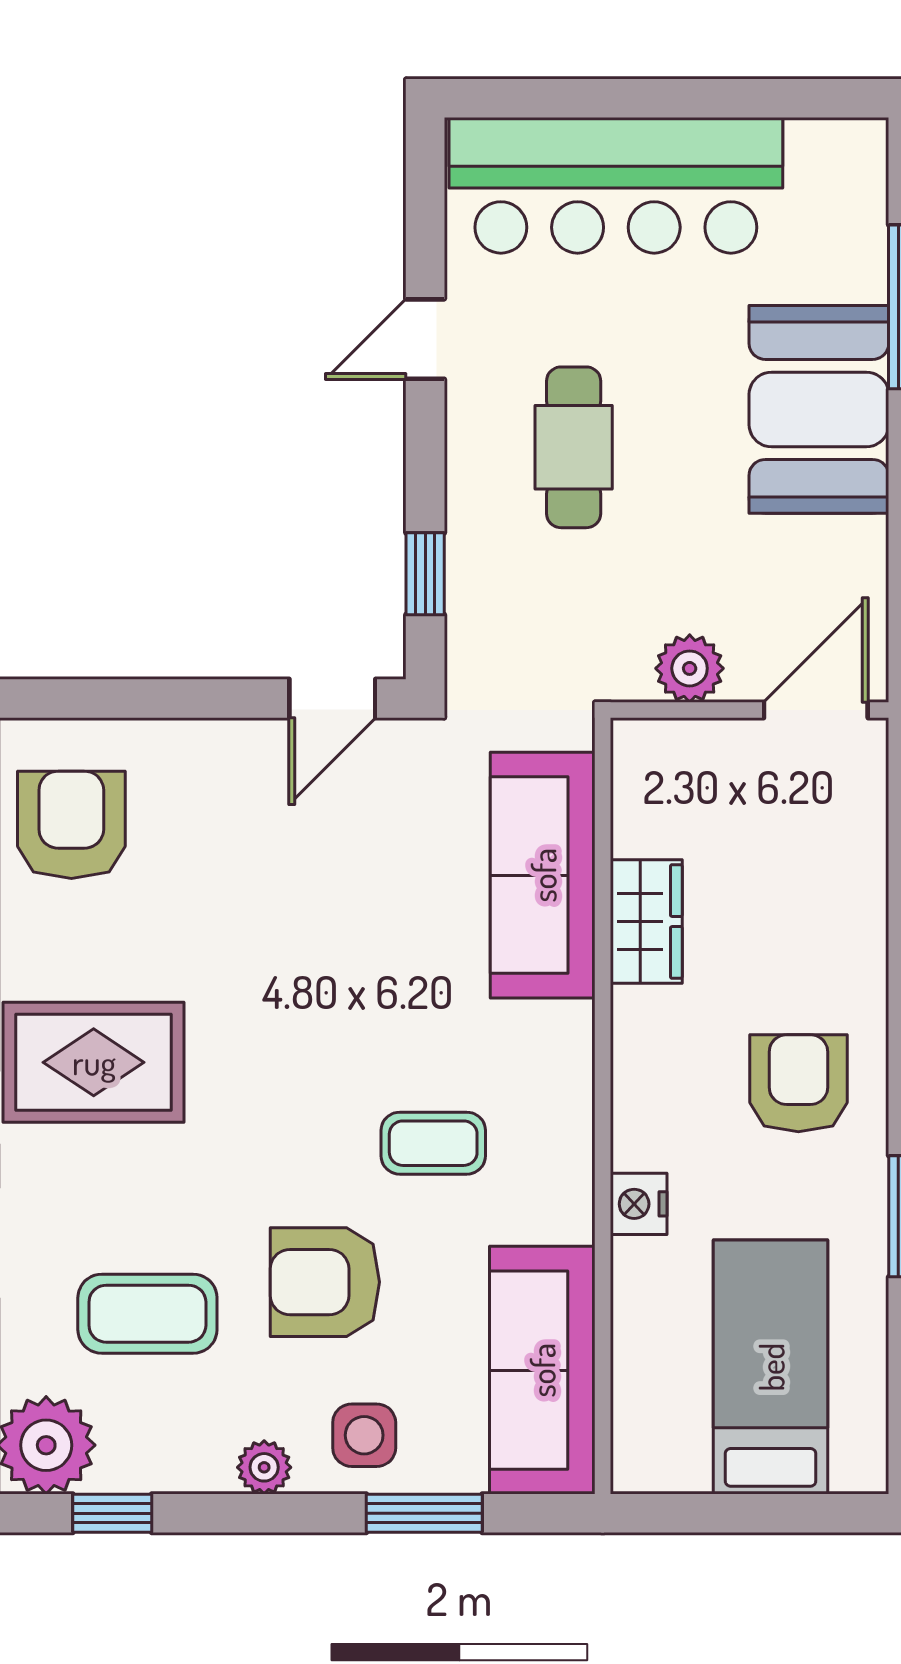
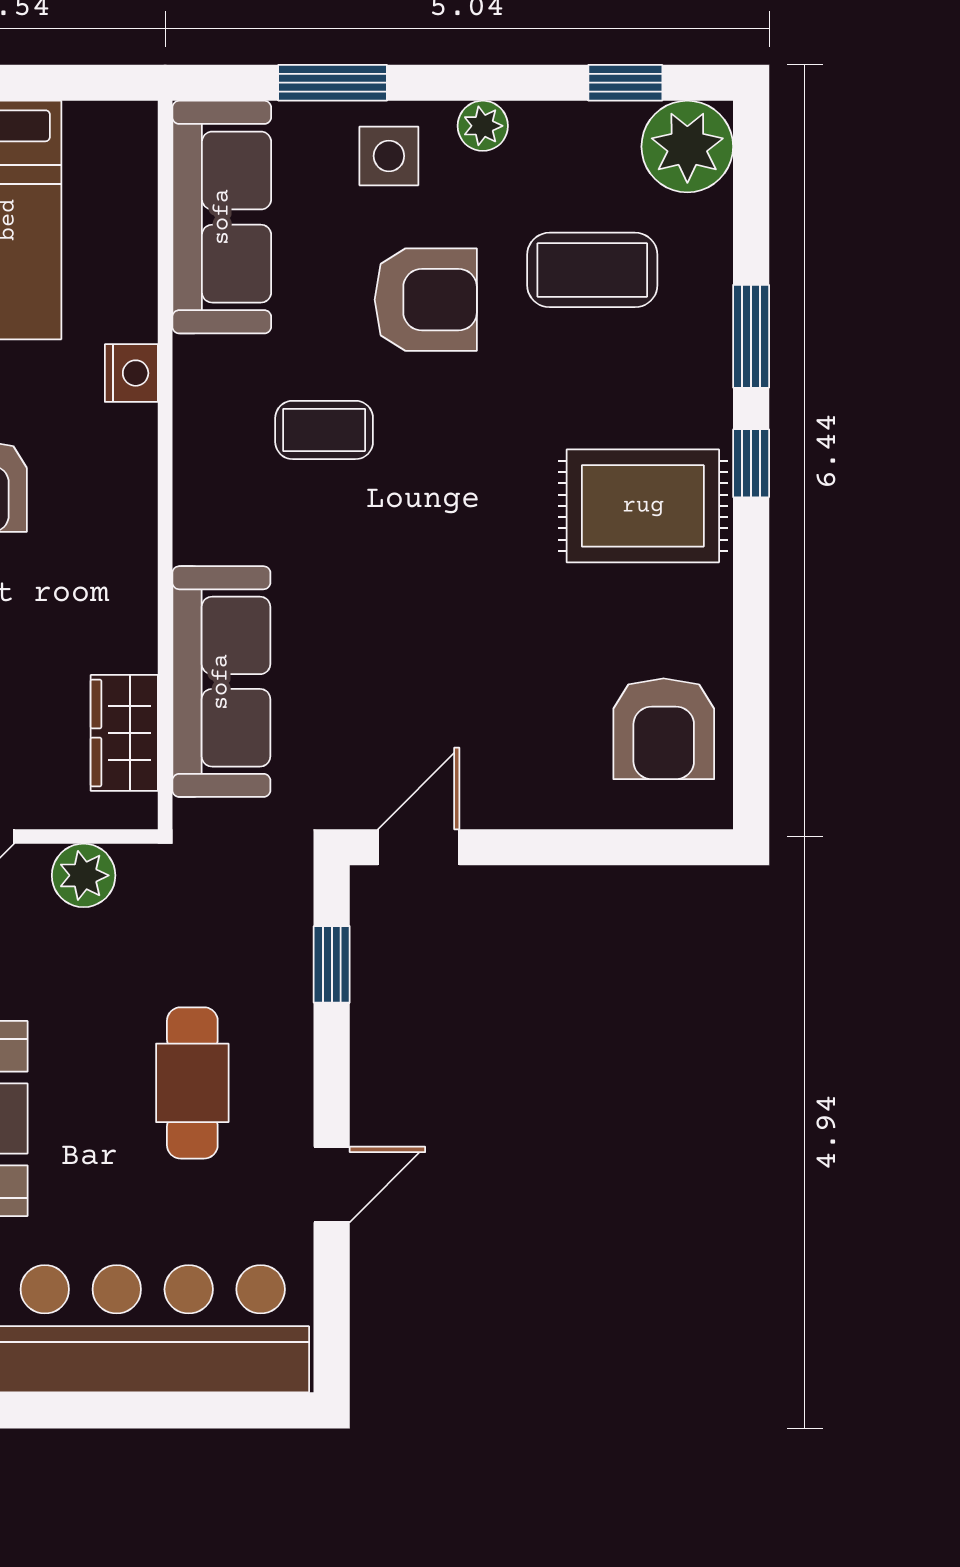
wardrobe: (646, 922) -> (124, 733), moved

